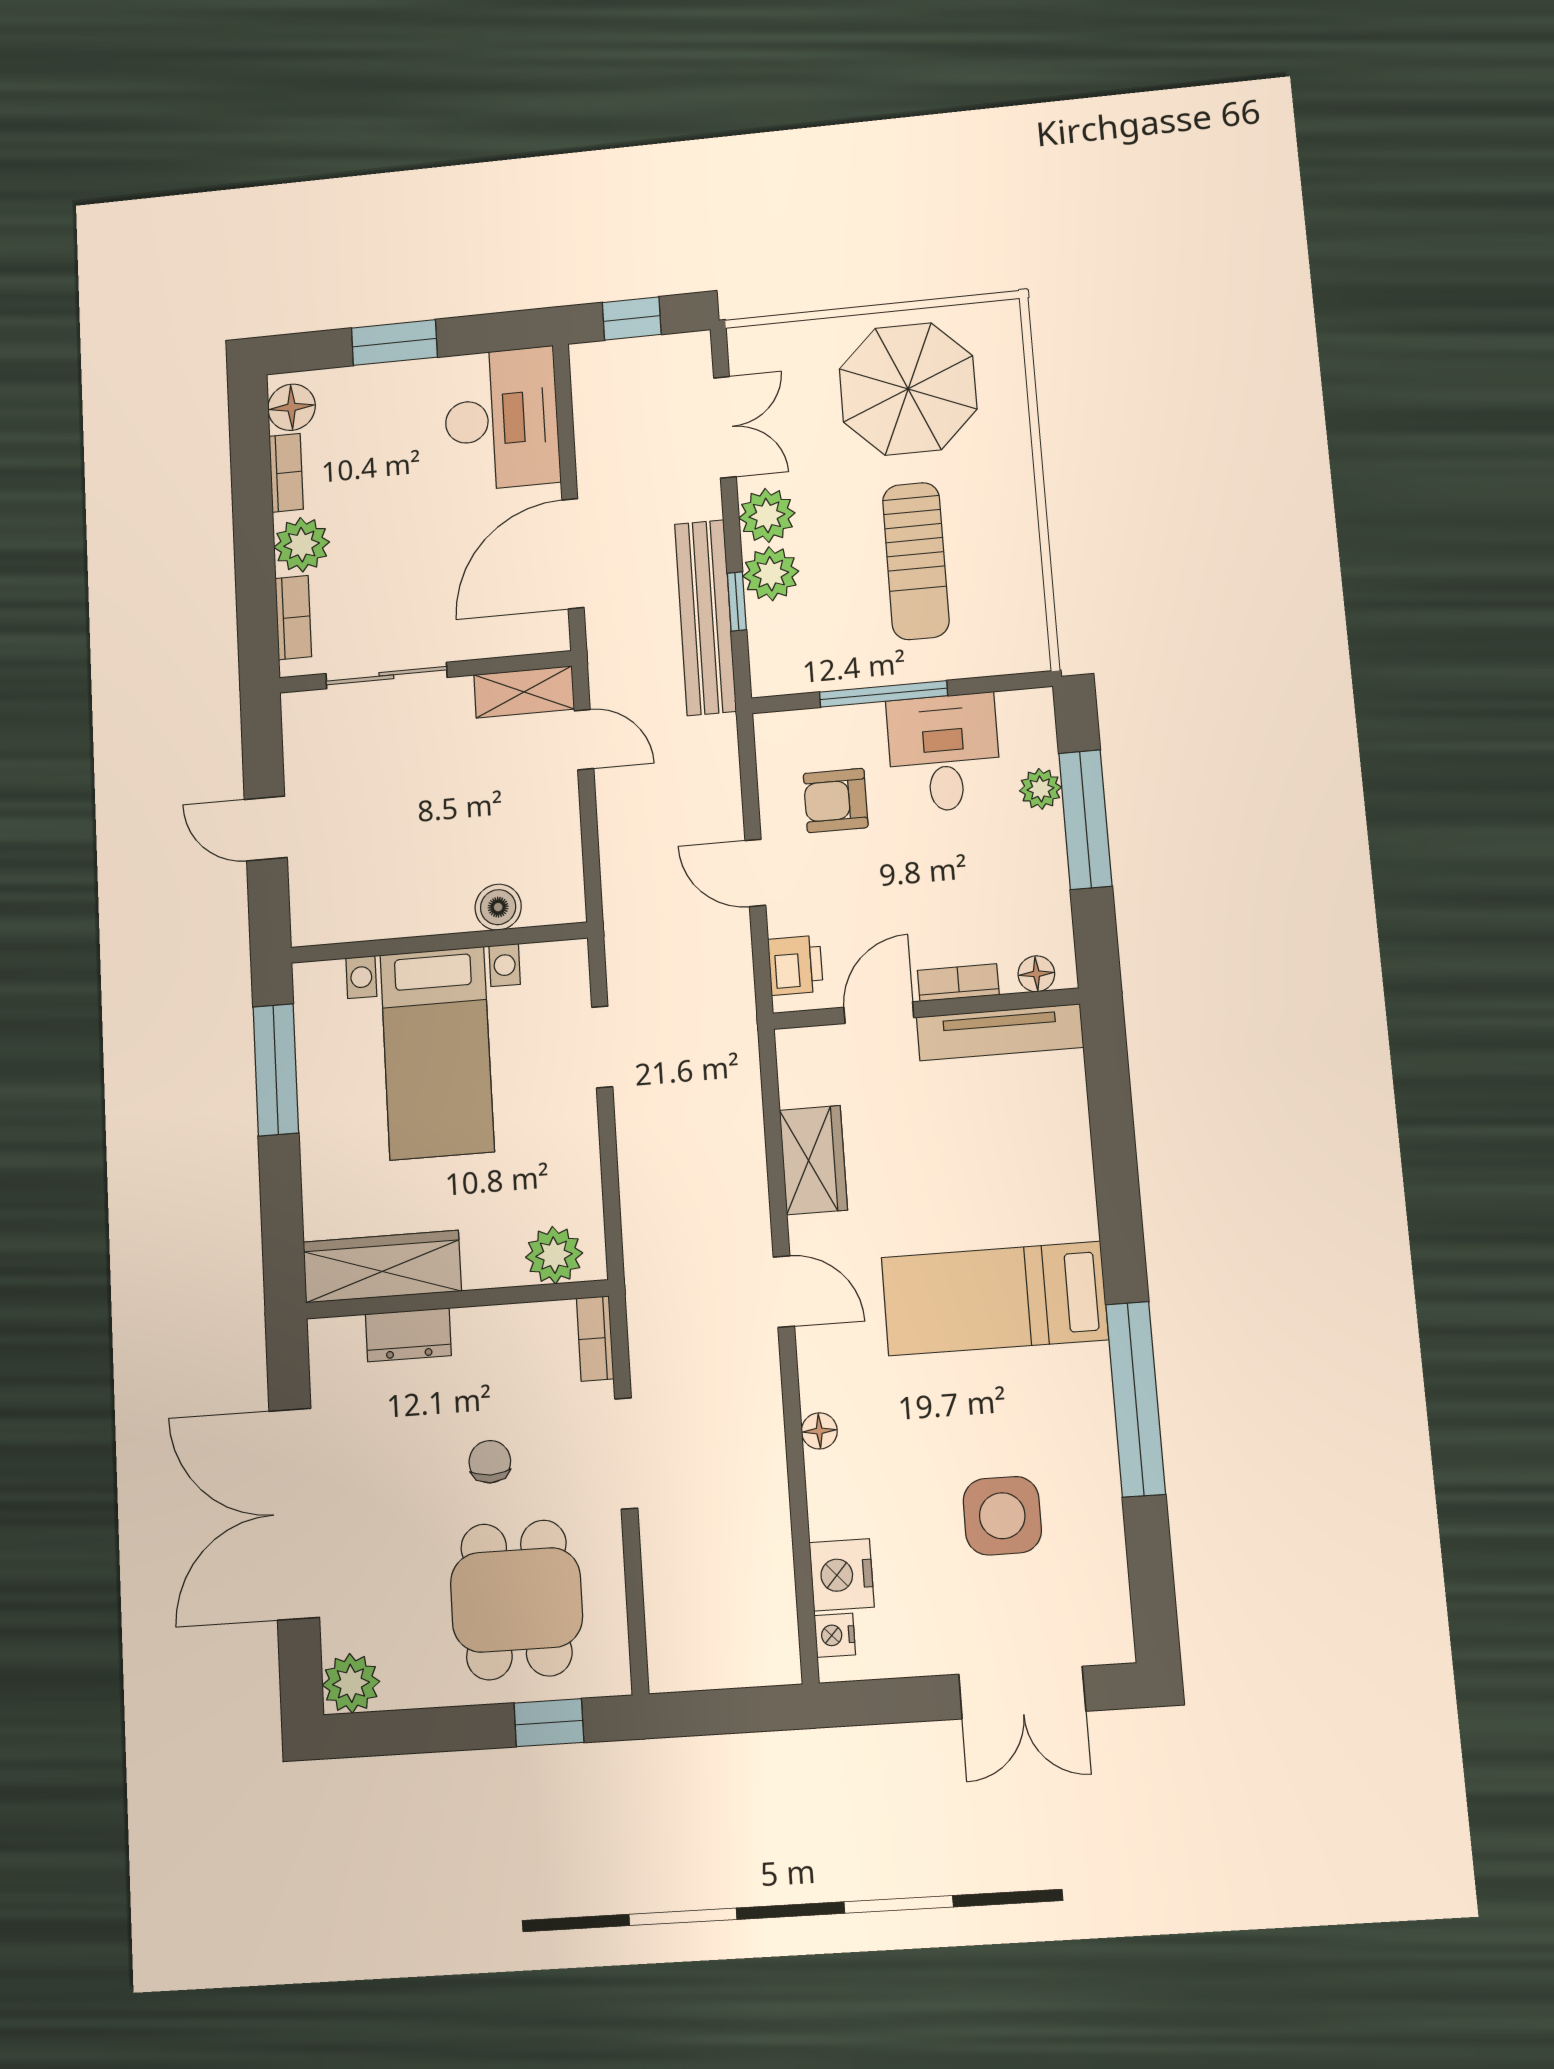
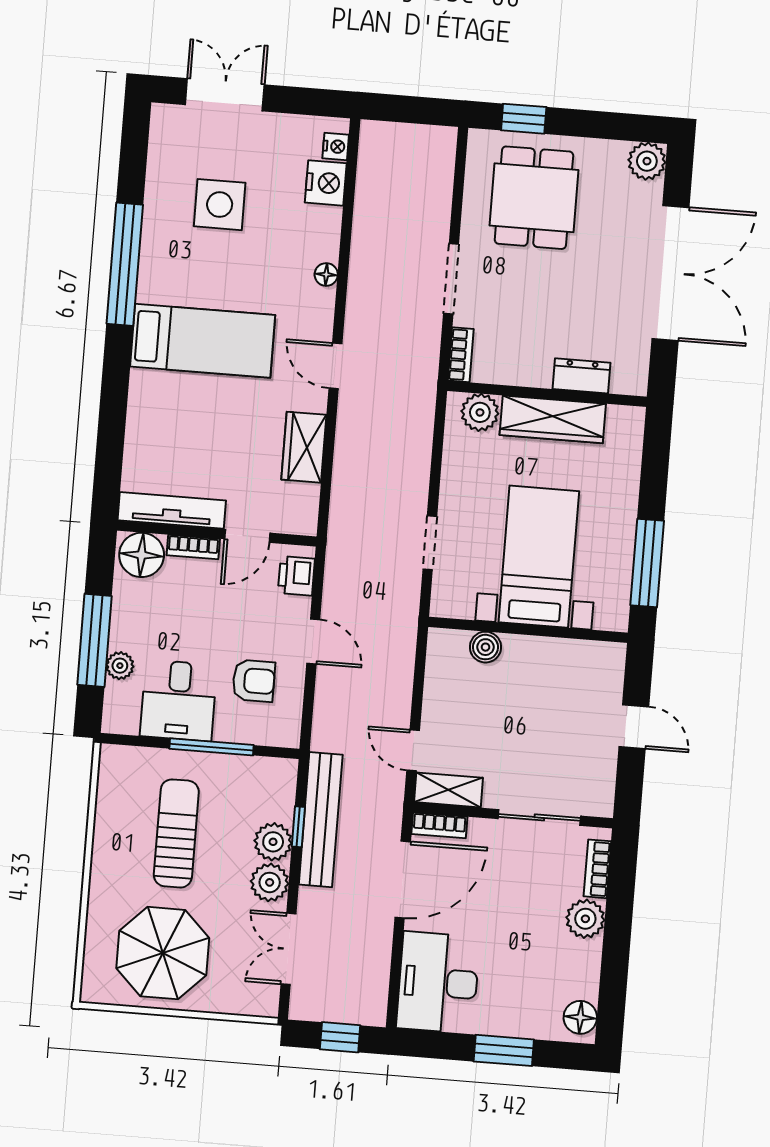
bookcase: (286, 473) -> (439, 825), moved, turned -90
floor lamp: (1036, 974) -> (142, 555), width x1.89, depth x1.89
wardrobe: (382, 1267) -> (553, 419), moved
chair: (490, 1462) -> (539, 287), removed

